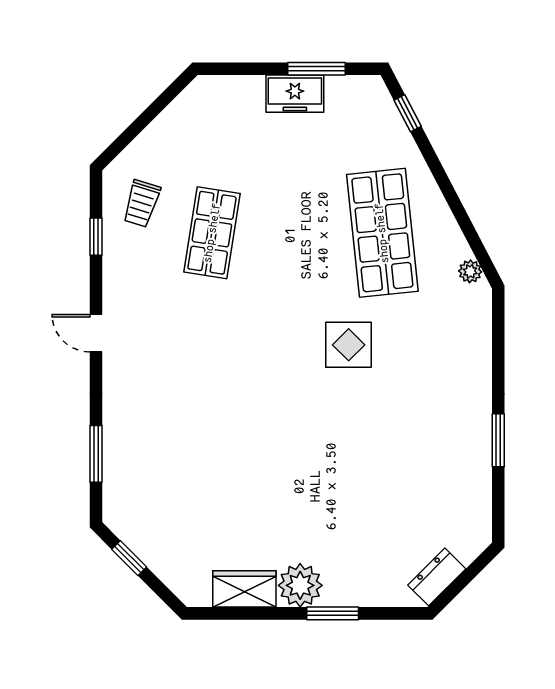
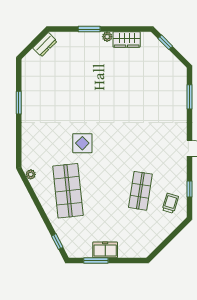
window: (129, 558) -> (165, 42), moved
plant: (300, 585) -> (107, 37), width x0.53, depth x0.53

